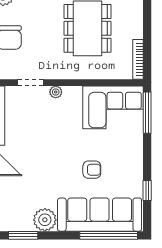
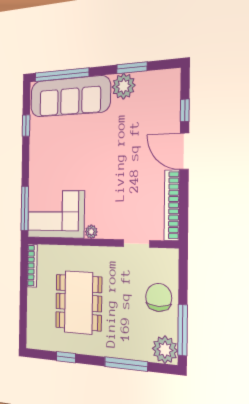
plant: (56, 92) -> (91, 232), moved
armchair: (92, 170) -> (77, 145), removed
window: (23, 235) -> (132, 68), moved

